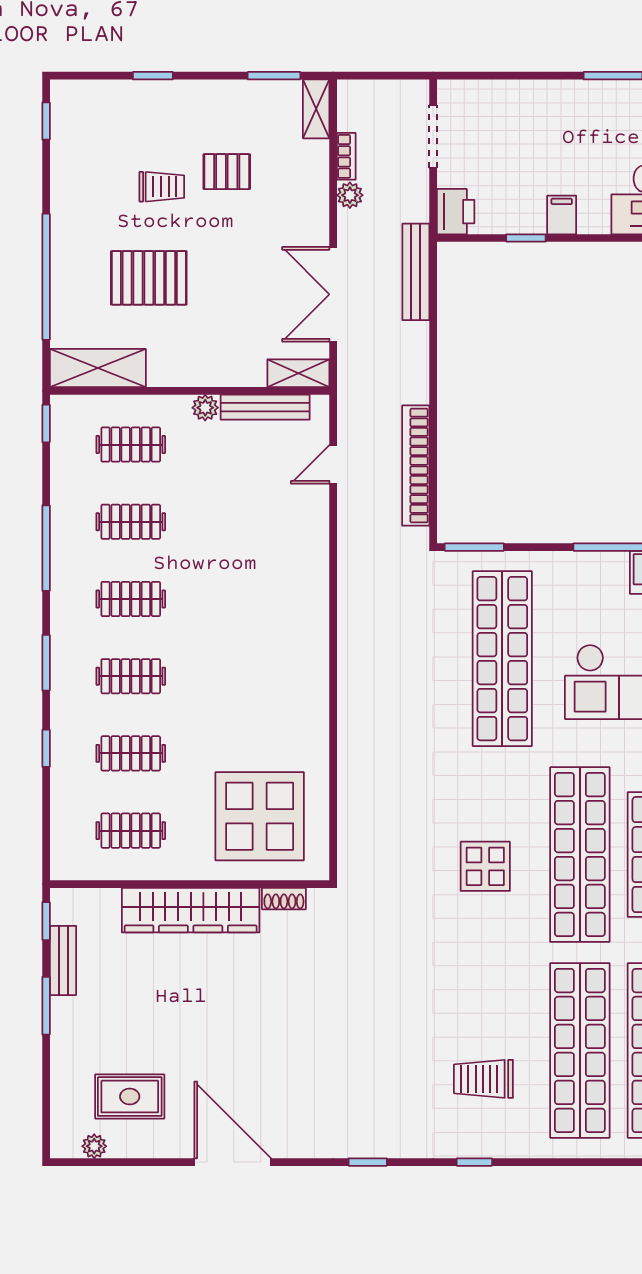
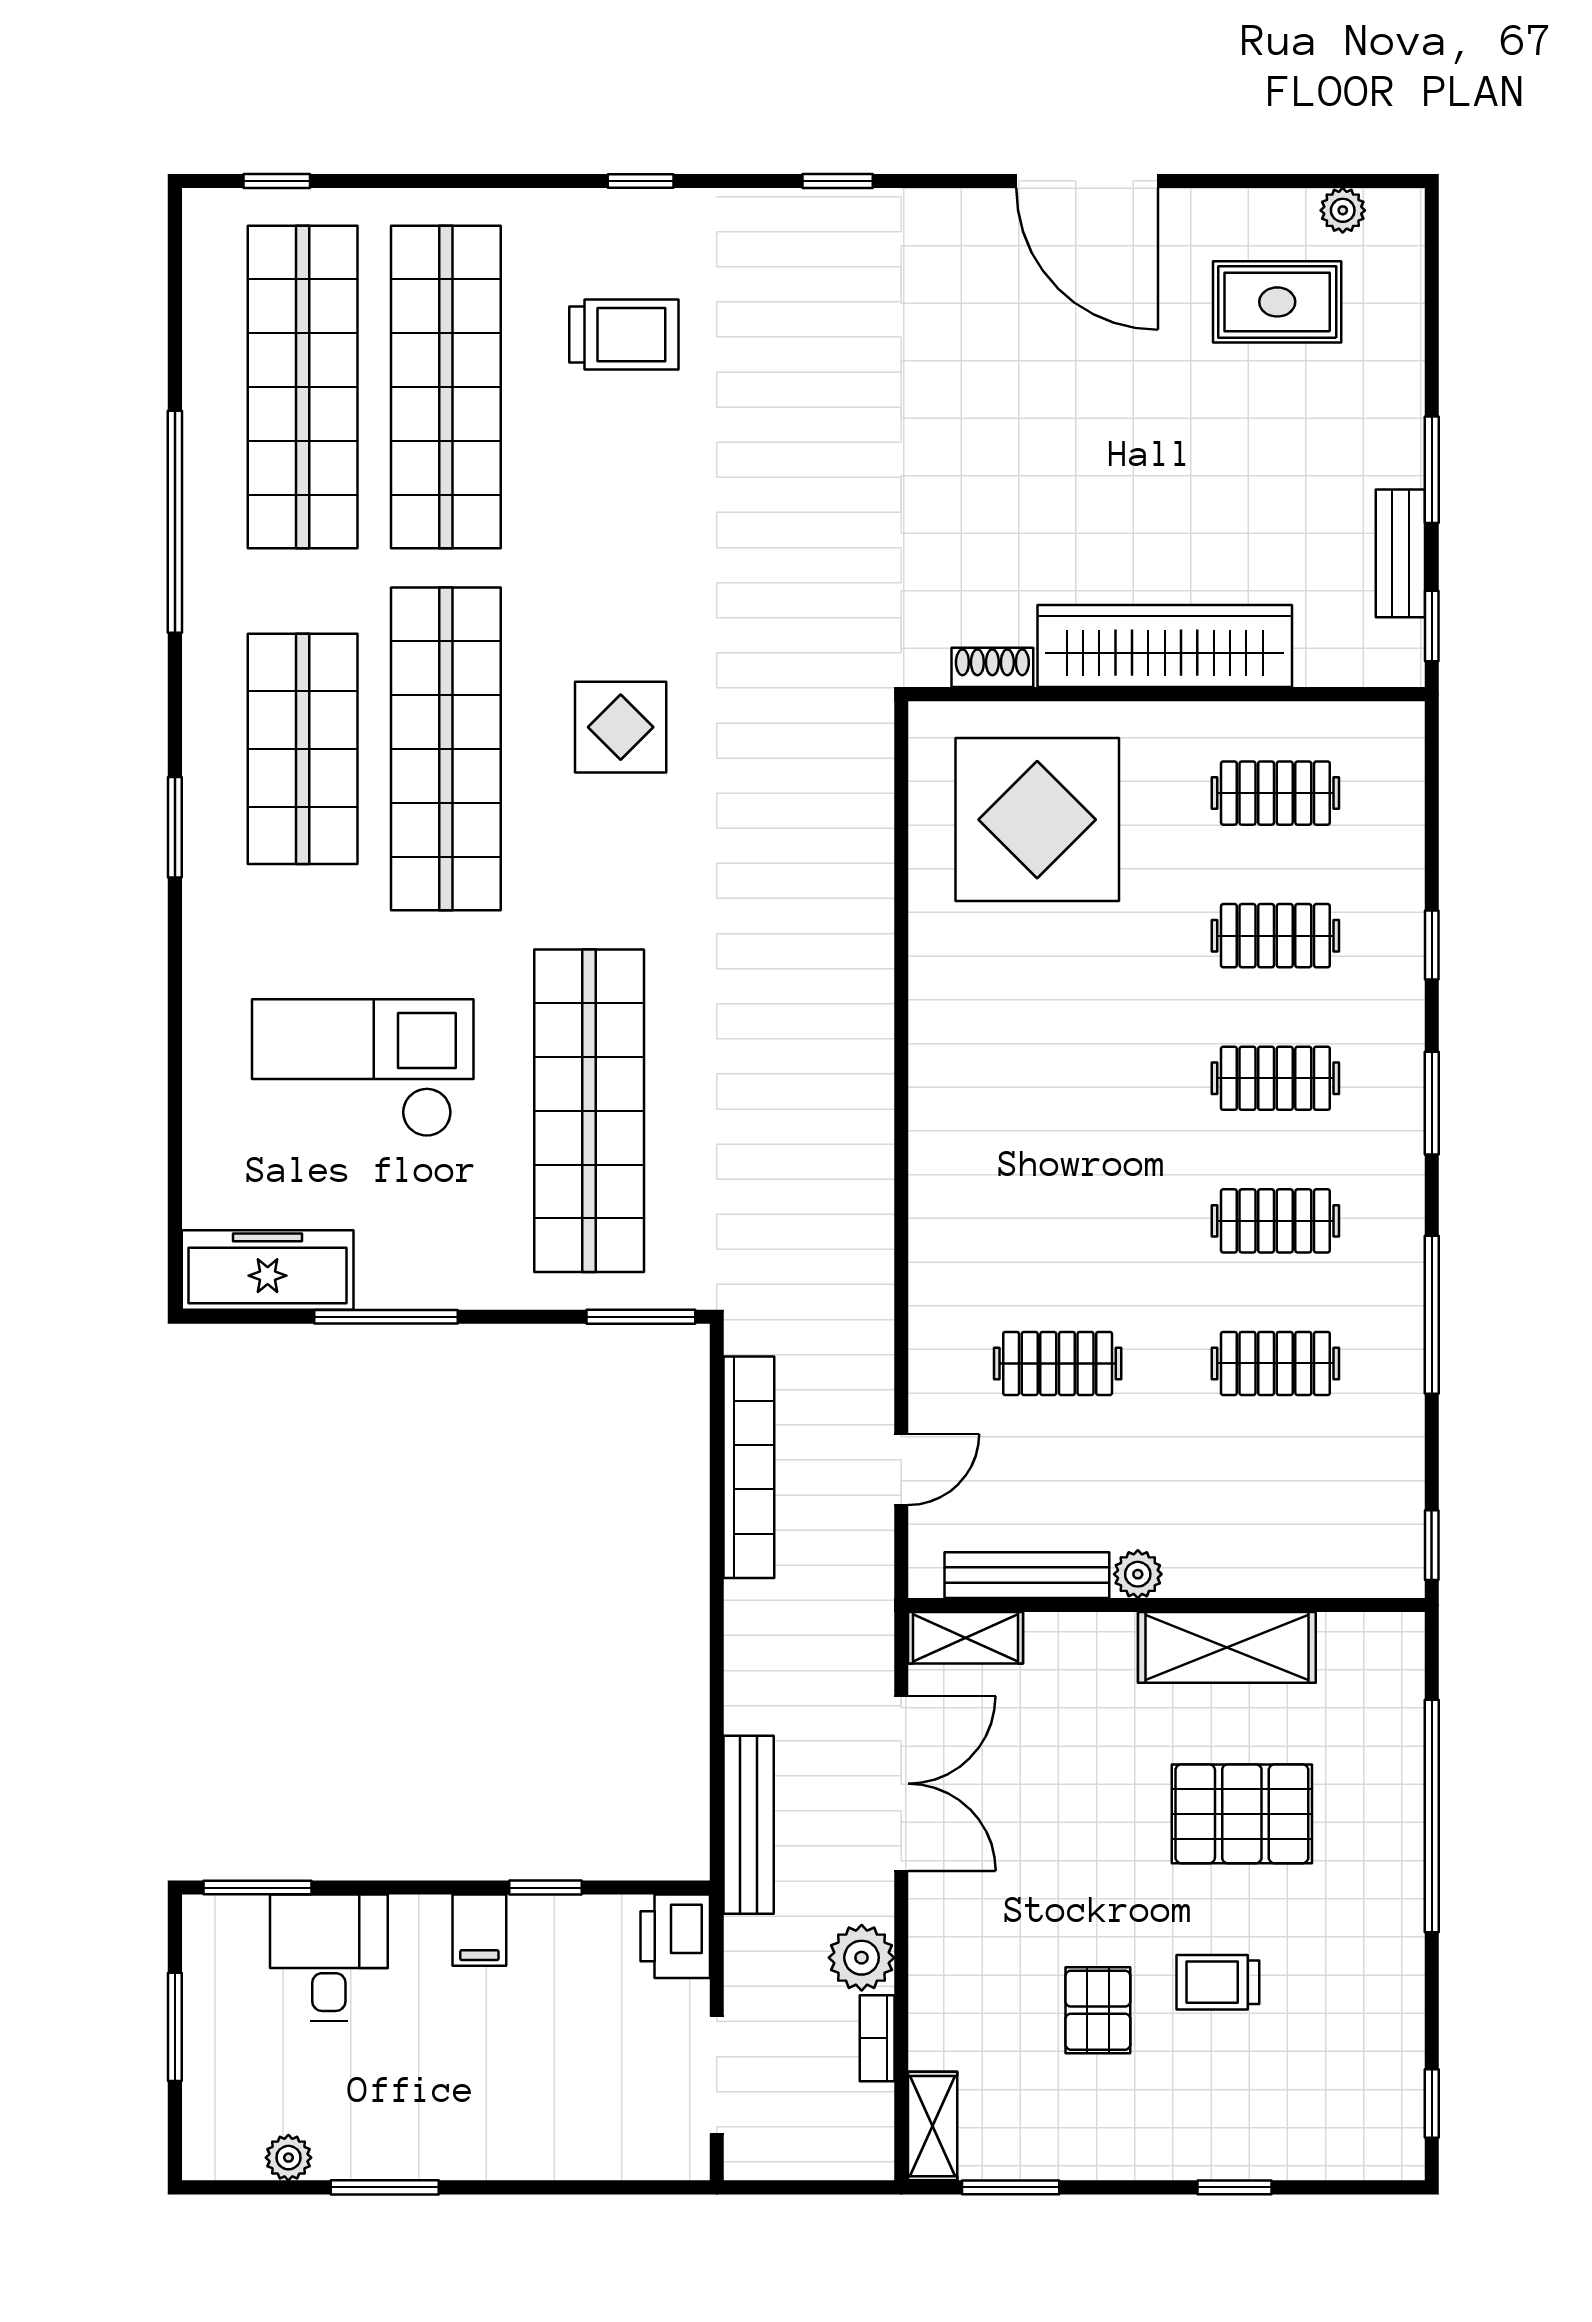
pallet: (227, 172) -> (1098, 2010), turned 90
plant: (350, 195) -> (862, 1958), width x1.38, depth x1.38
shelving: (98, 368) -> (1227, 1647), moved
clothes rail: (131, 445) -> (1058, 1363), moved

